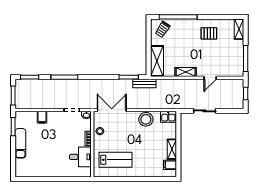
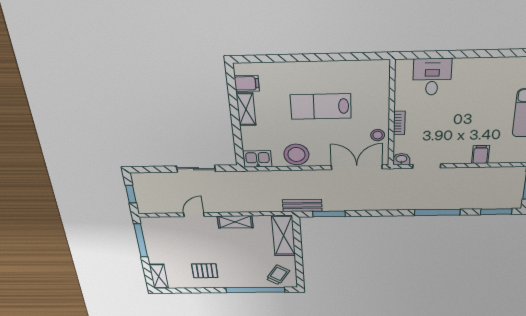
double door: (112, 110) -> (357, 167), swing flipped
desk: (80, 157) -> (432, 77), moved, turned 90
lab bench: (115, 160) -> (321, 107), moved

